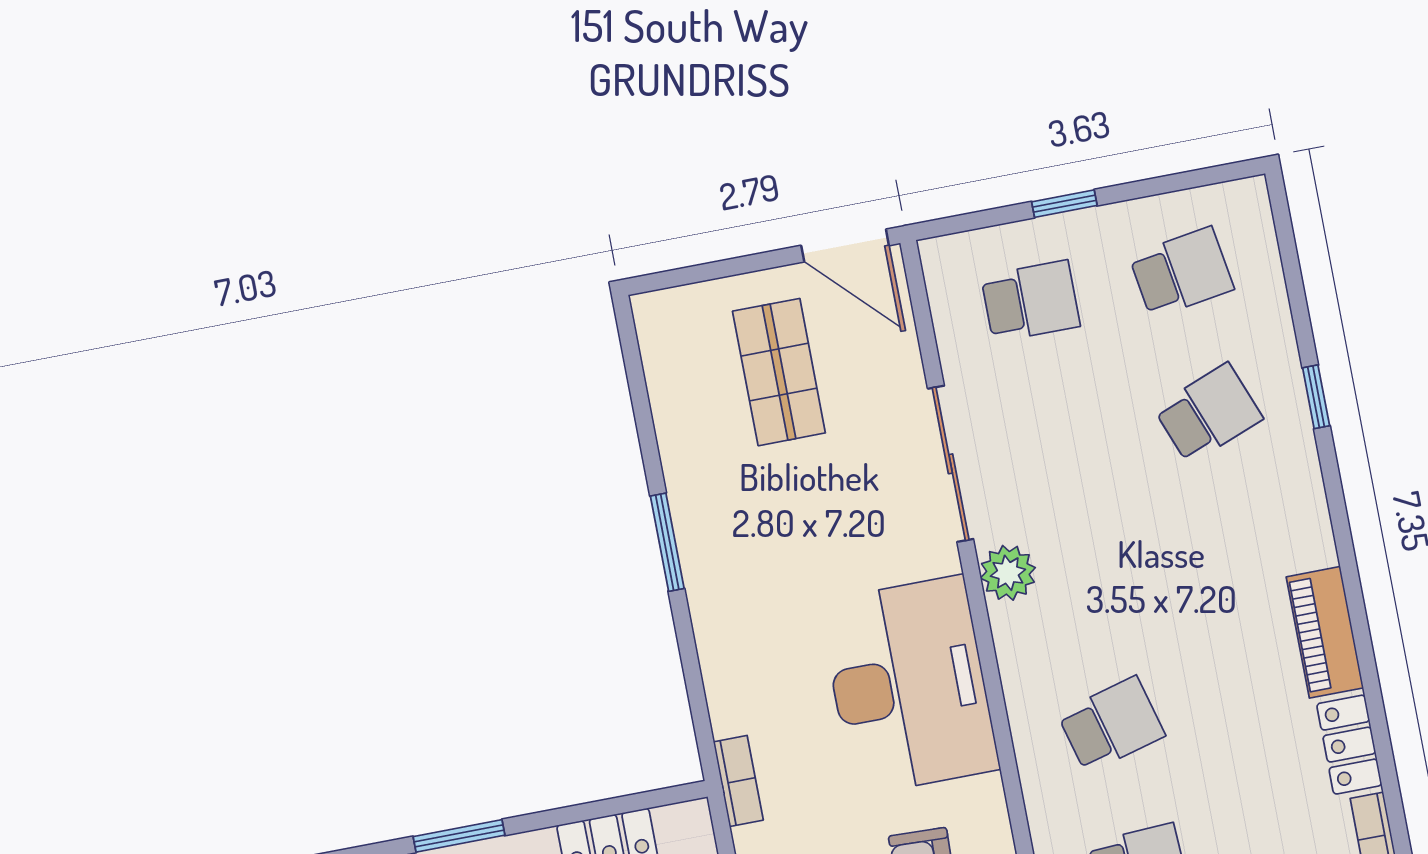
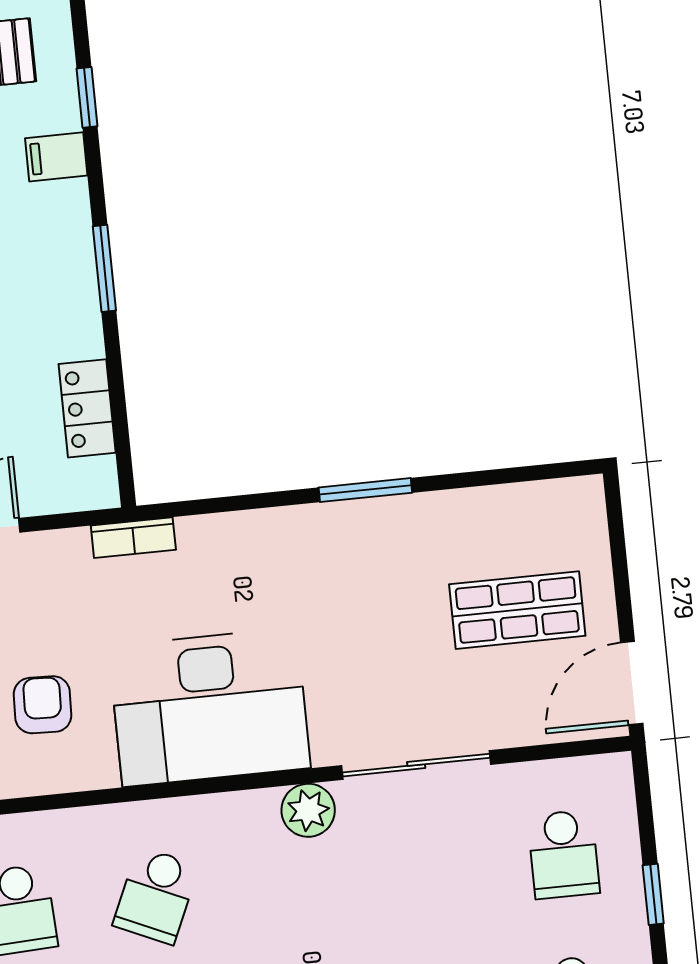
school desk: (1111, 725) -> (156, 896), turned 39

